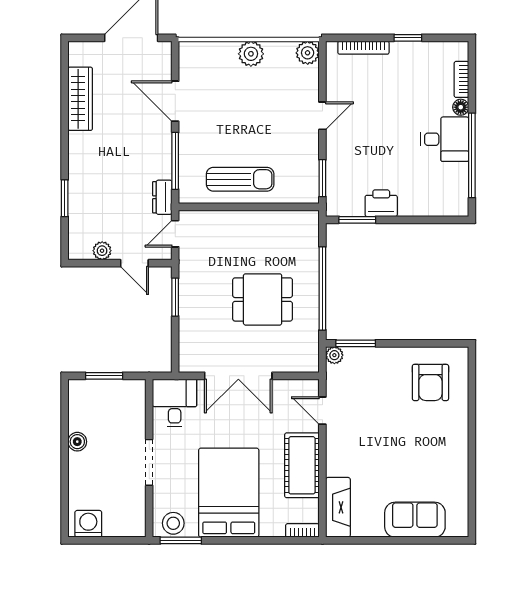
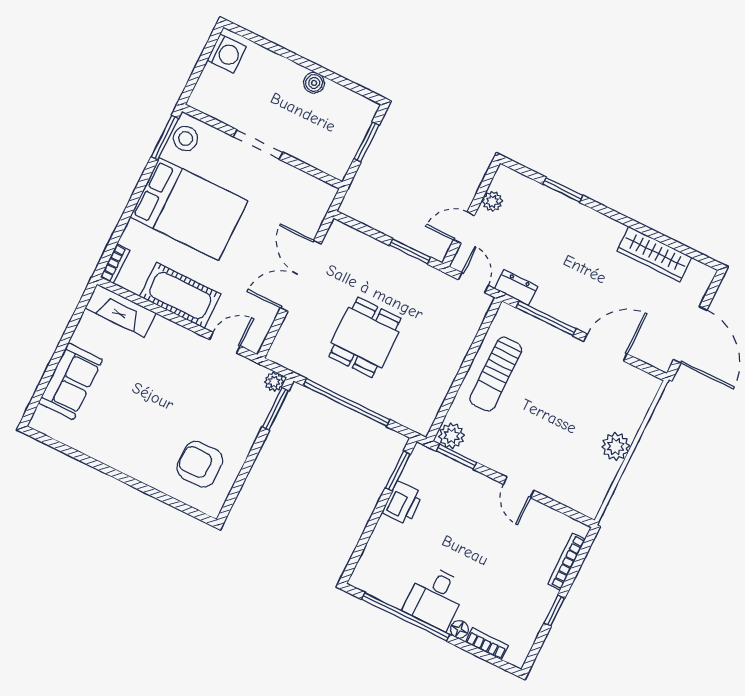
plant: (308, 53) -> (451, 436), moved
desk: (175, 403) -> (305, 199), removed

